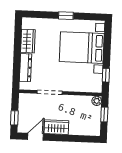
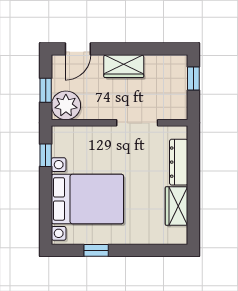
window: (66, 16) -> (96, 250), moved
plant: (97, 101) -> (66, 105), width x1.88, depth x1.88
door: (35, 137) -> (78, 49), moved

